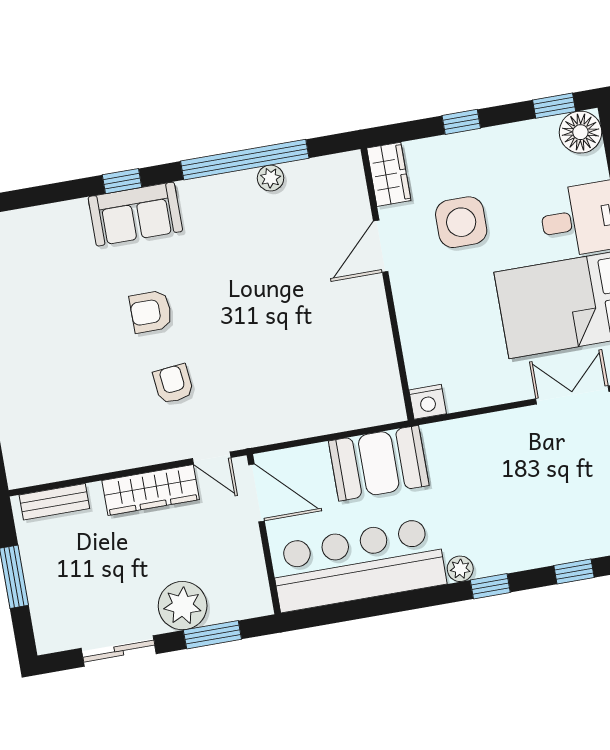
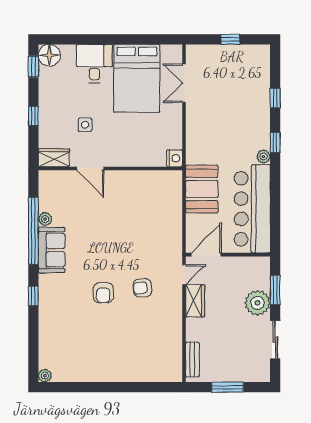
sofa: (135, 214) -> (52, 250), moved
side table: (461, 222) -> (85, 125), width x0.54, depth x0.54
wardrobe: (151, 490) -> (195, 301), width x0.67

